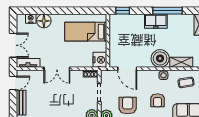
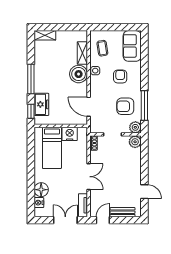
window: (168, 11) -> (31, 79), moved
freezer: (156, 21) -> (41, 104), moved
nightstand: (100, 60) -> (70, 134), moved
door: (127, 69) -> (89, 107), swing flipped
door: (13, 83) -> (103, 220), hinge flipped
armchair: (158, 100) -> (120, 77), turned -90

